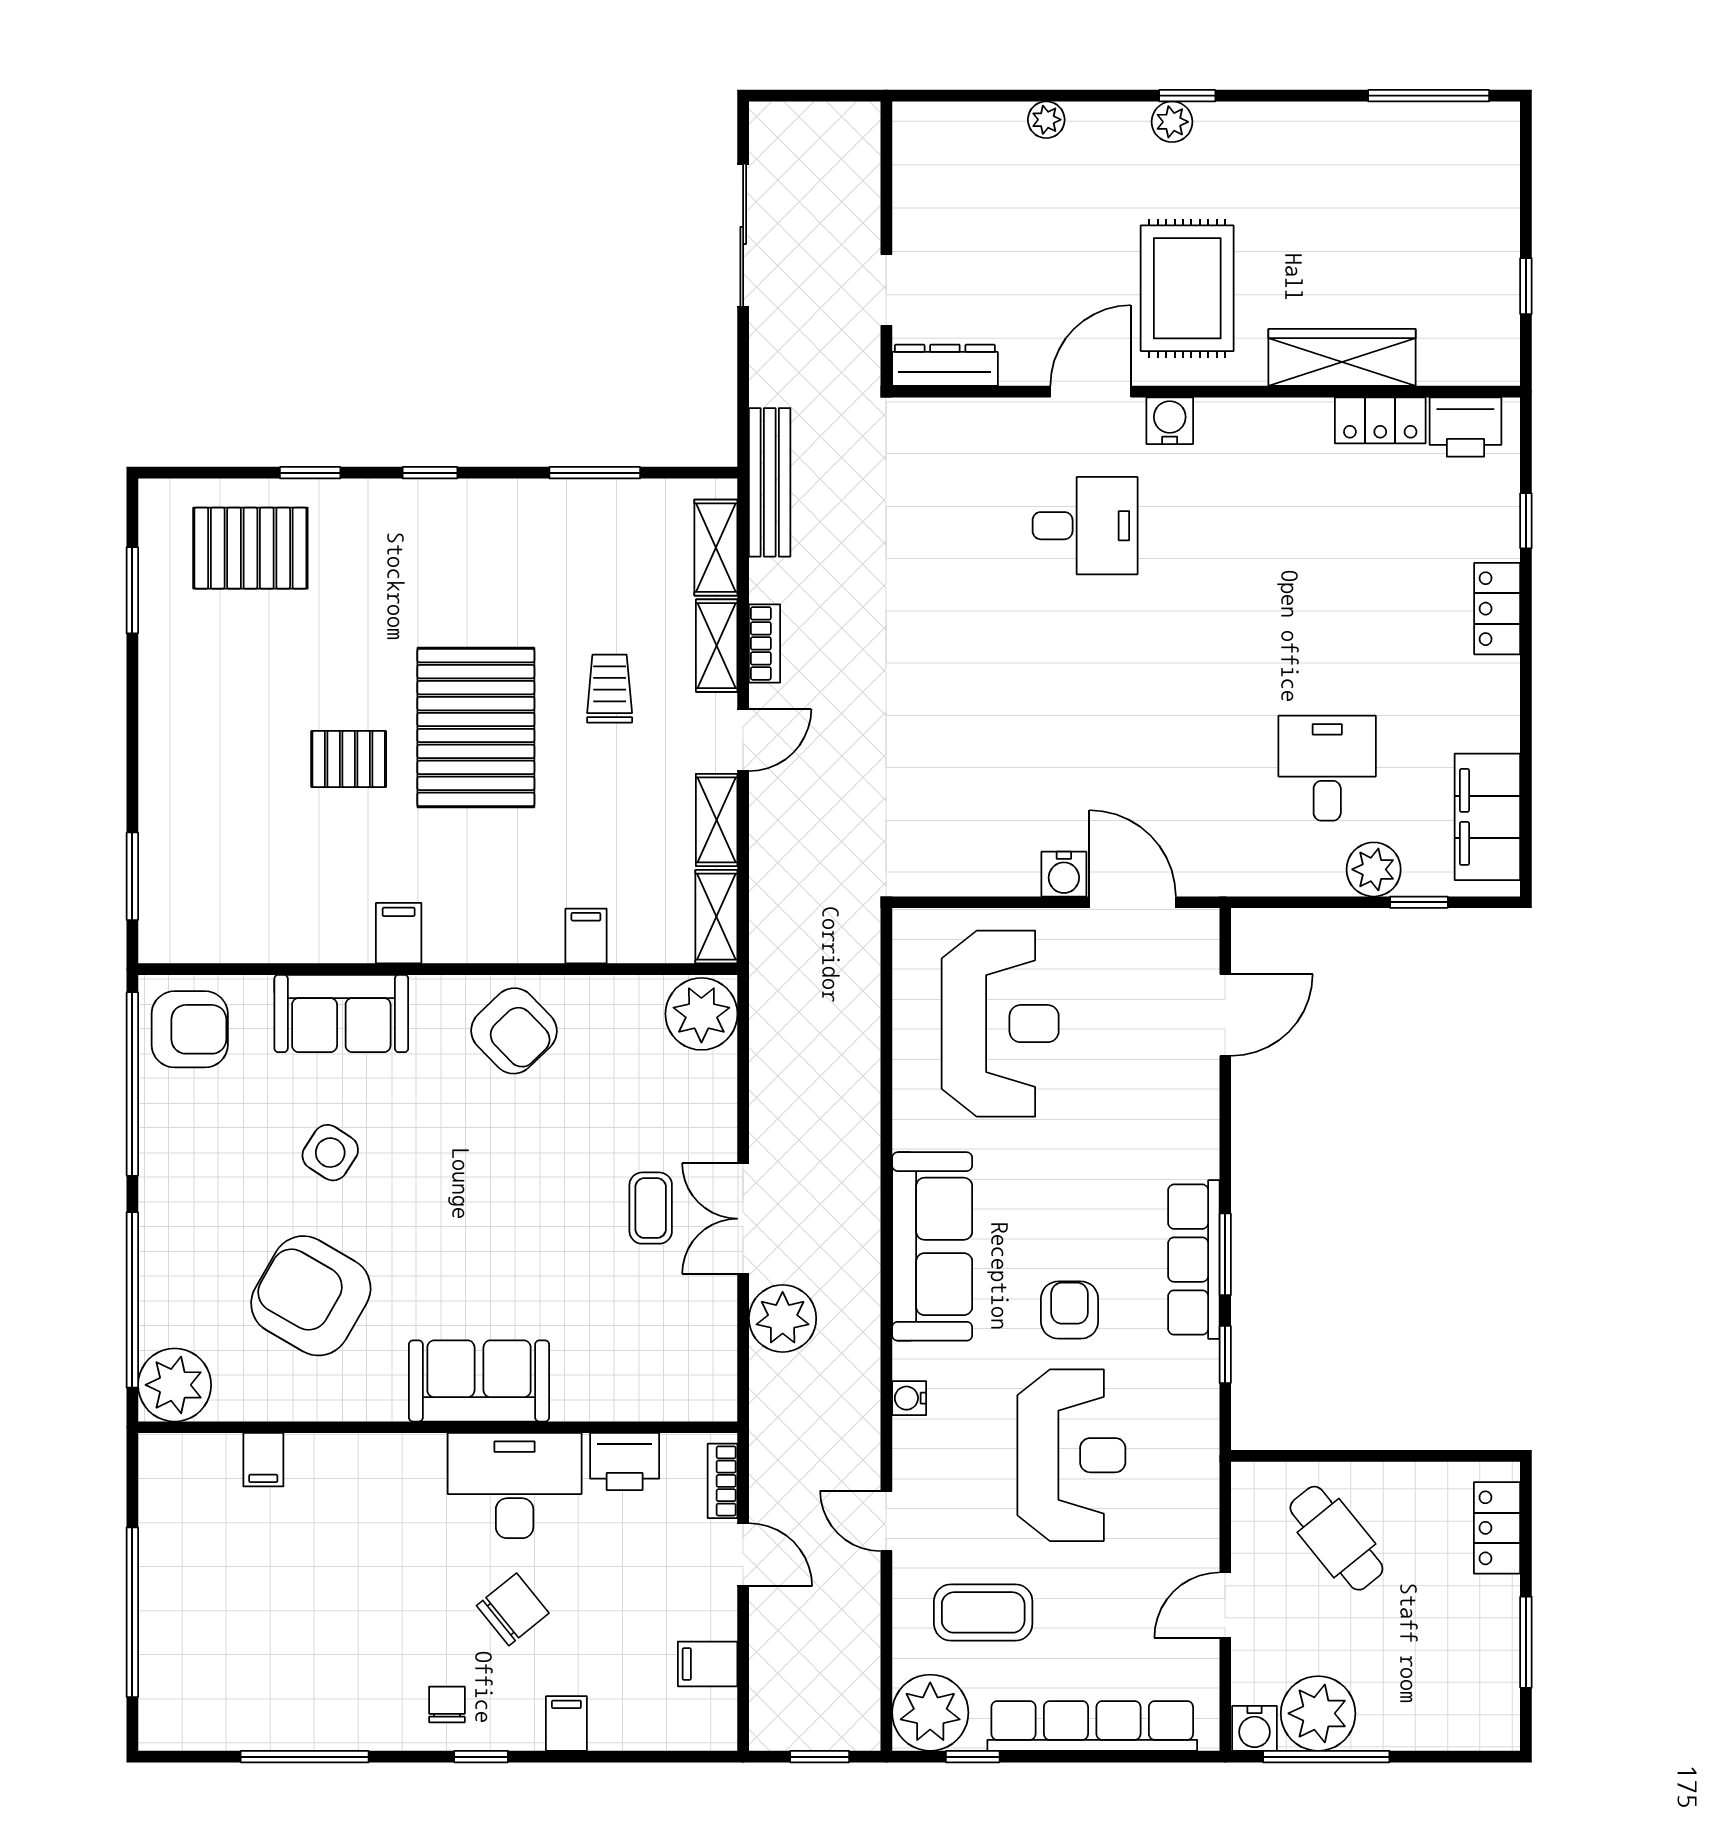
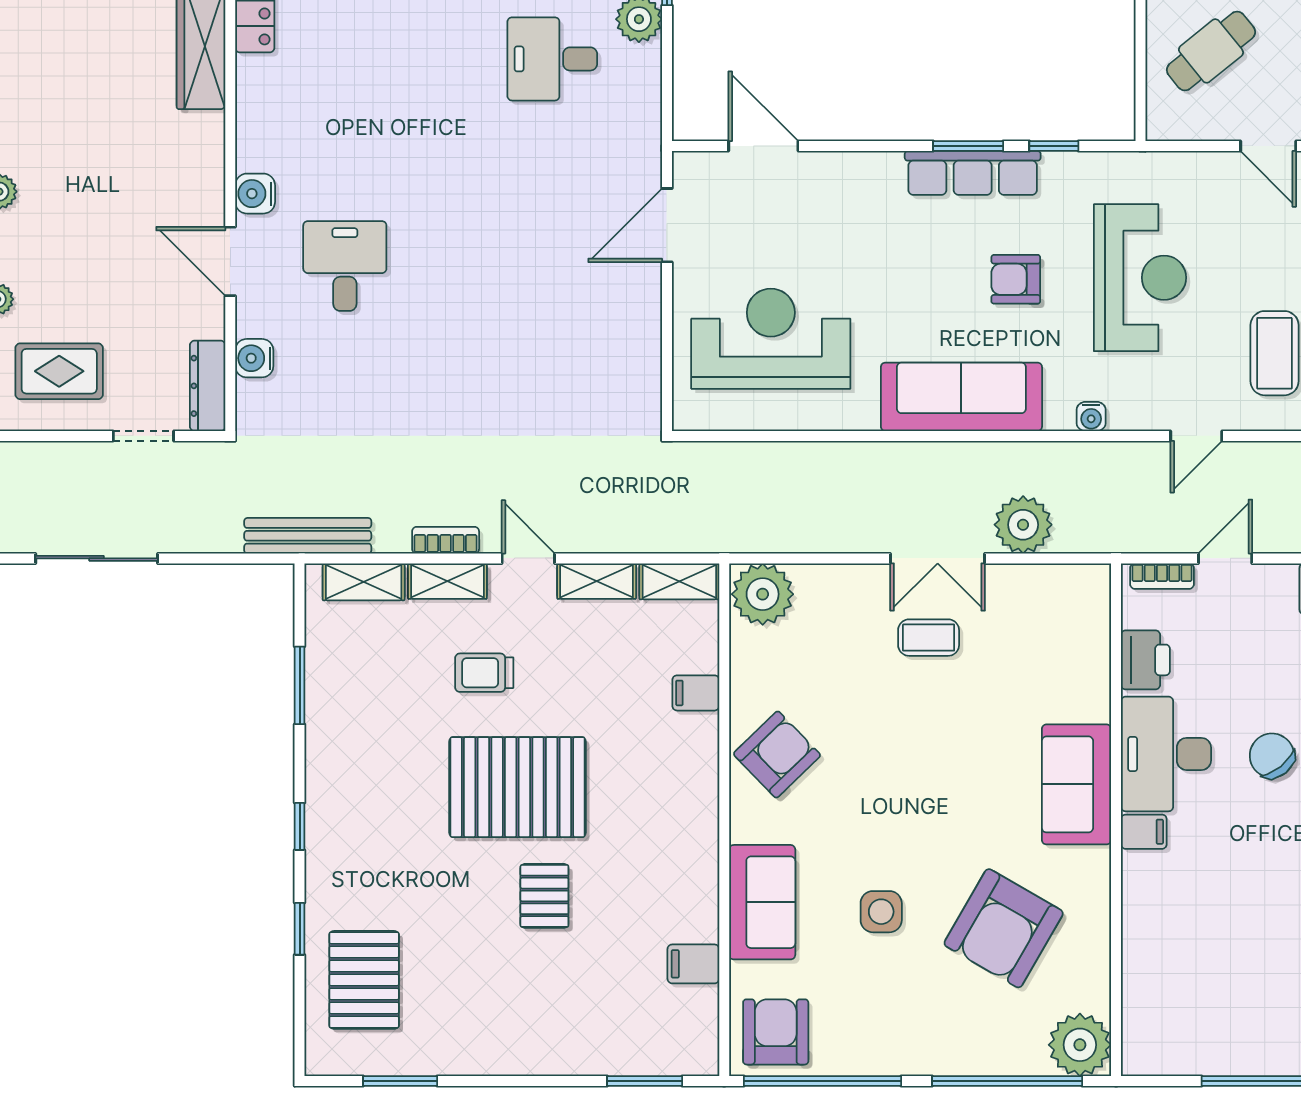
rug: (1187, 288) -> (59, 371), moved, width x0.73, depth x0.70
water cooler: (1064, 874) -> (254, 358), moved, turned 180
filing cabinet: (399, 933) -> (693, 964), moved
side table: (330, 1153) -> (881, 912), turned -33
reception desk: (1071, 1455) -> (1140, 278), turned 90
filing cabinet: (263, 1460) -> (1144, 832), moved

